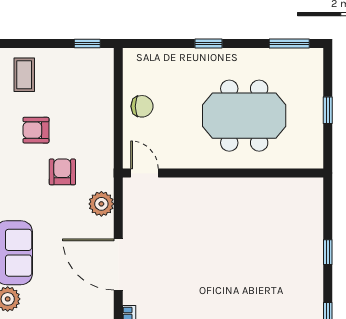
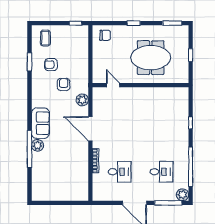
chair: (142, 106) -> (105, 35), moved
door: (144, 173) -> (113, 85), moved

